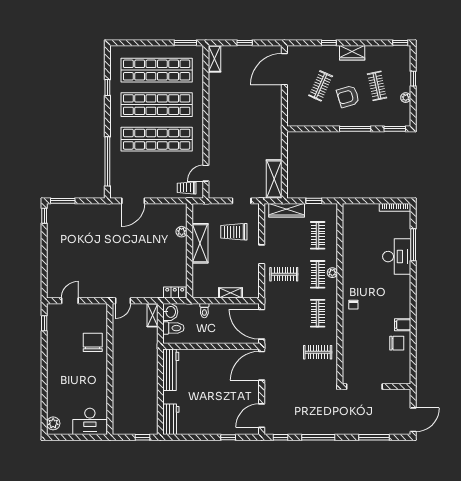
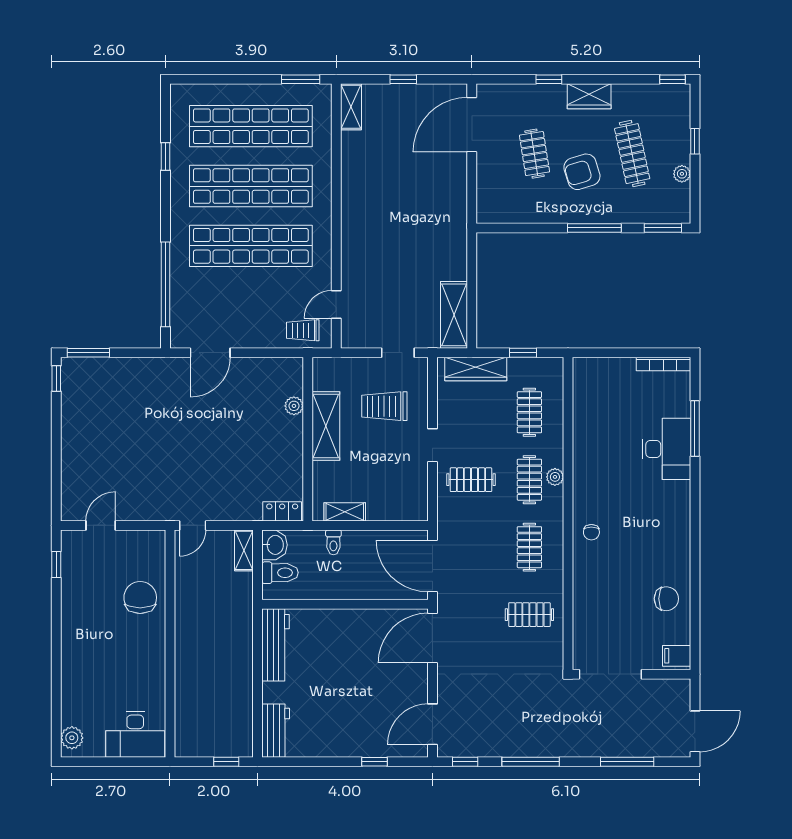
clothes rail: (321, 86) -> (534, 154), turned -33
clothes rail: (377, 86) -> (632, 154), width x1.36
shelving: (230, 293) -> (345, 512), moved
filing cabinet: (403, 325) -> (677, 656), moved

